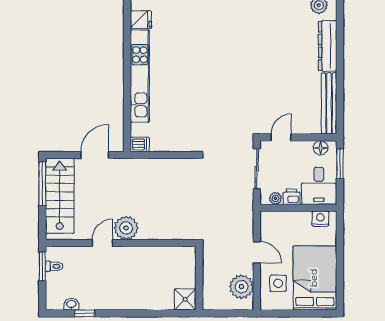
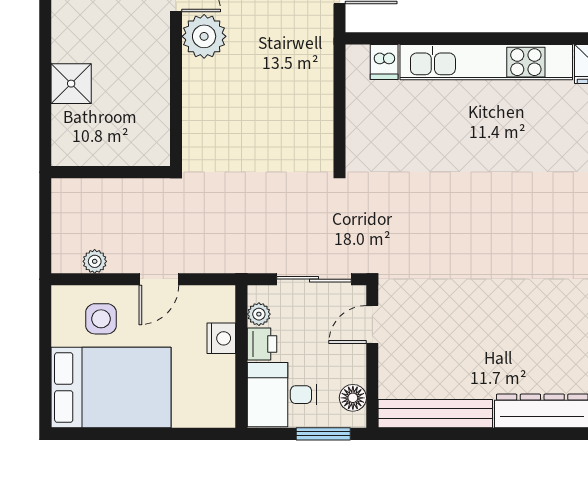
door: (281, 137) -> (372, 325), swing flipped
dishwasher: (140, 144) -> (384, 62), moved
nightstand: (320, 219) -> (221, 338), moved
plant: (241, 287) -> (95, 261), width x0.53, depth x0.53
shower: (185, 299) -> (71, 84), moved

